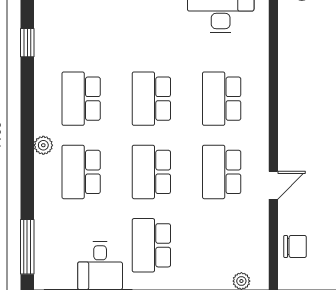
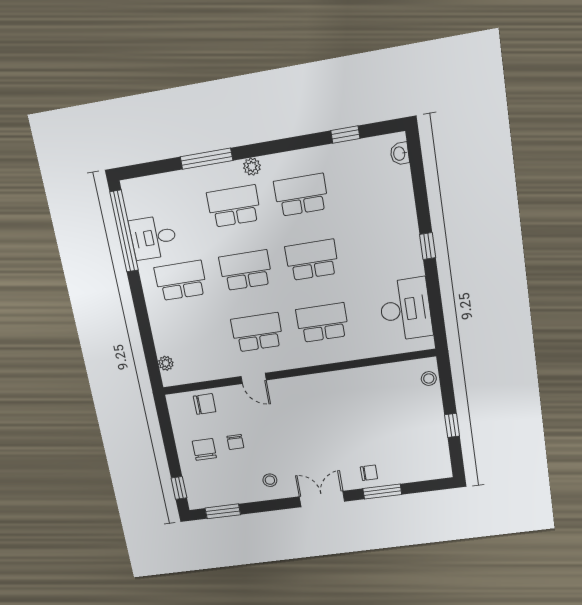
chair: (295, 246) -> (205, 404), turned -90
window: (27, 247) -> (206, 159), moved

